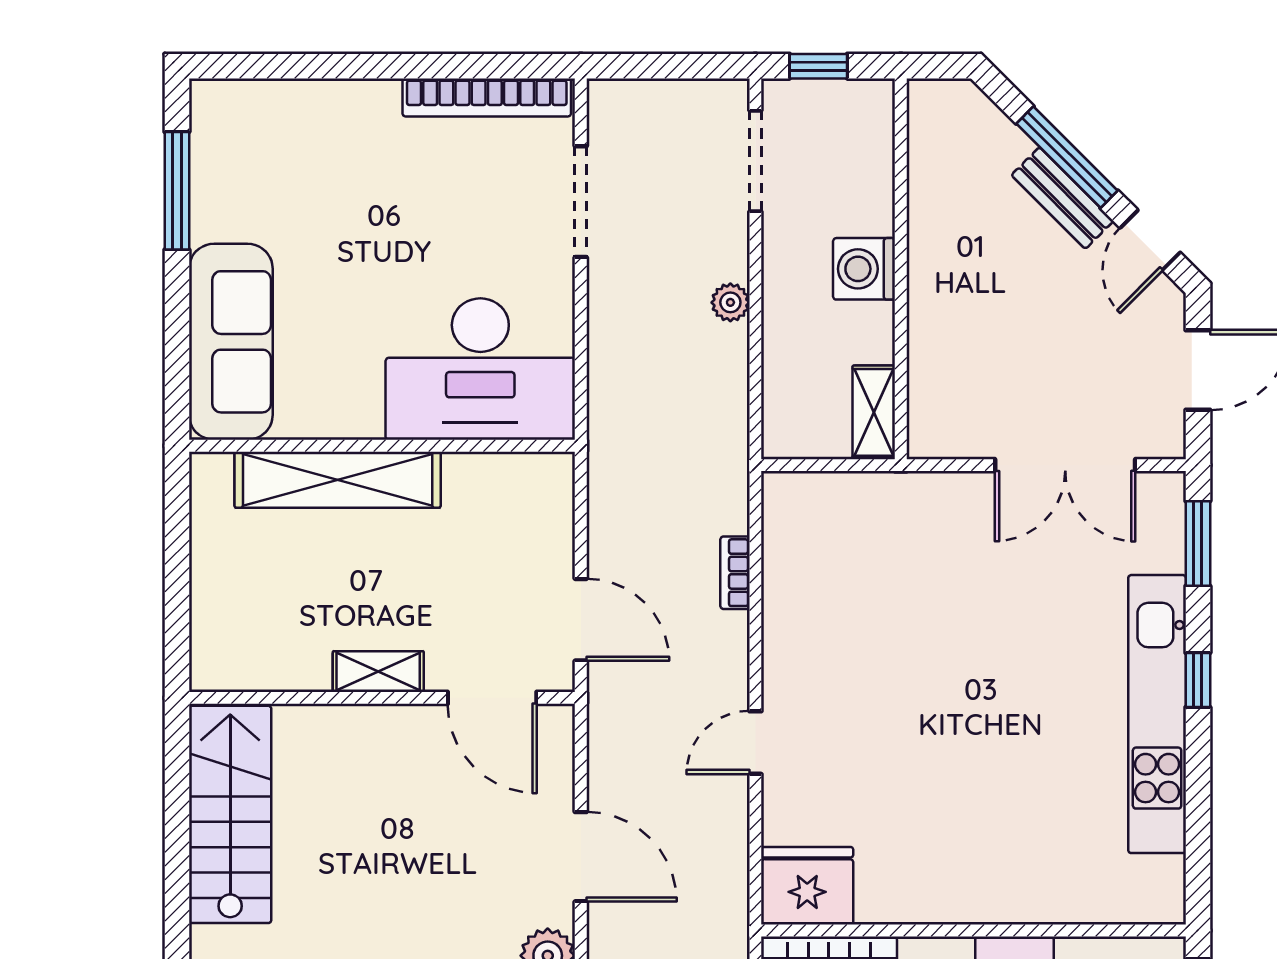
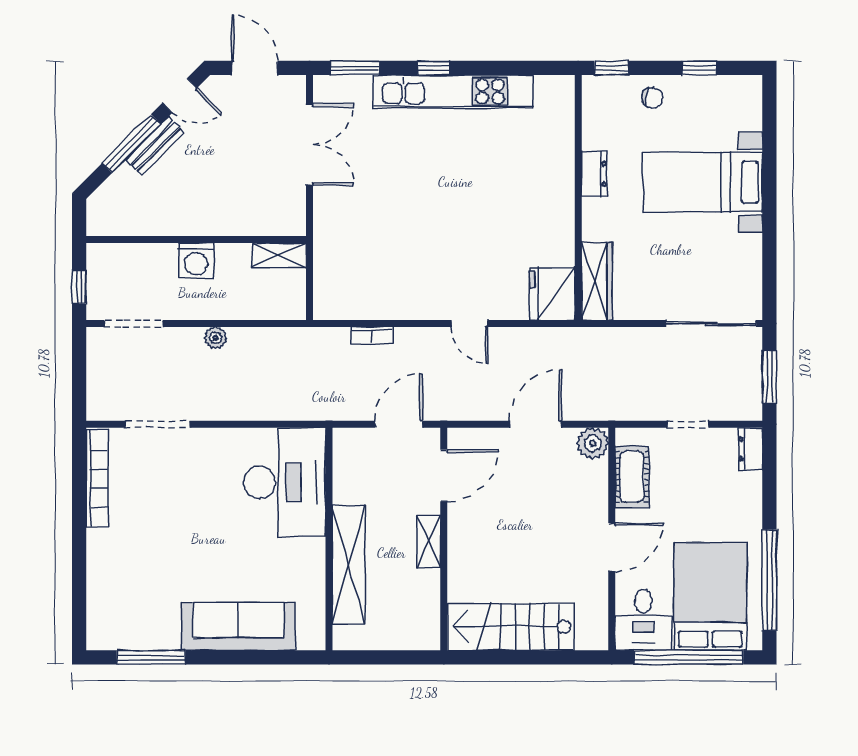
desk: (480, 369) -> (285, 482), moved
wall: (382, 446) -> (329, 539), moved
shelving: (338, 480) -> (349, 565), moved

